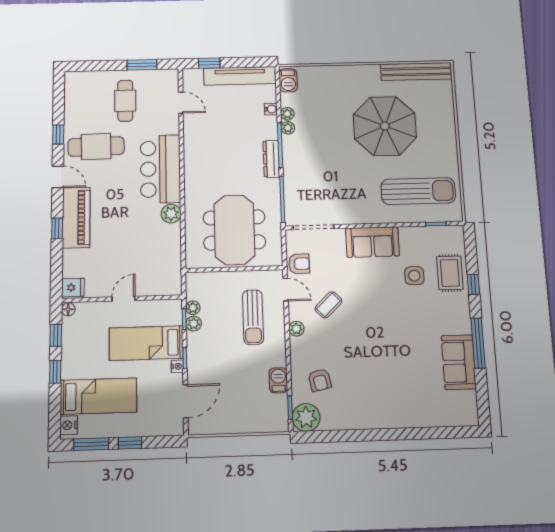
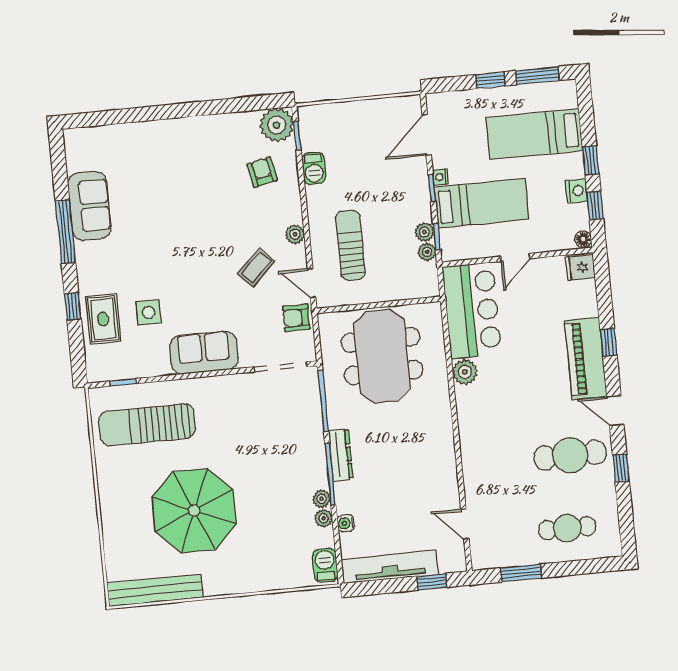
cafe table: (125, 101) -> (567, 528), moved, turned 90
bar counter: (160, 169) -> (472, 311), moved
nightstand: (69, 425) -> (576, 191), moved

